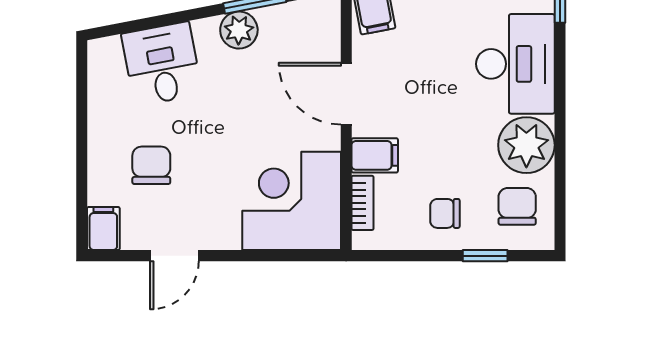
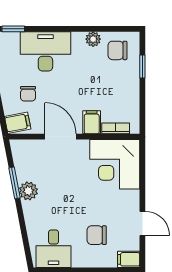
desk: (162, 64) -> (54, 249), moved, turned -79
door: (346, 94) -> (60, 137), swing flipped
plant: (526, 145) -> (93, 39), width x0.53, depth x0.53
chair: (445, 213) -> (28, 94), moved

